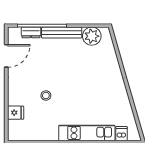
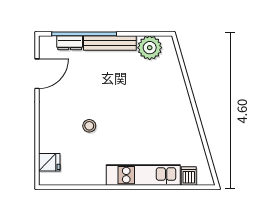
fridge: (16, 113) -> (49, 162), moved

